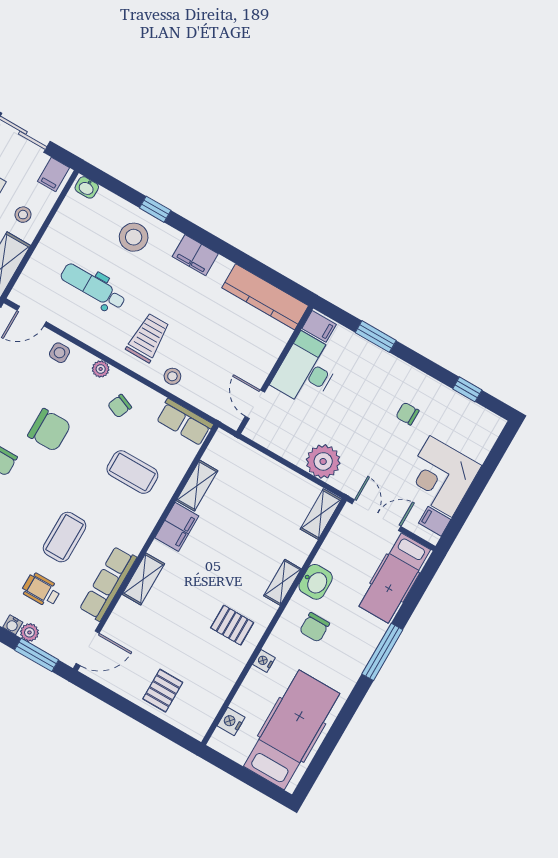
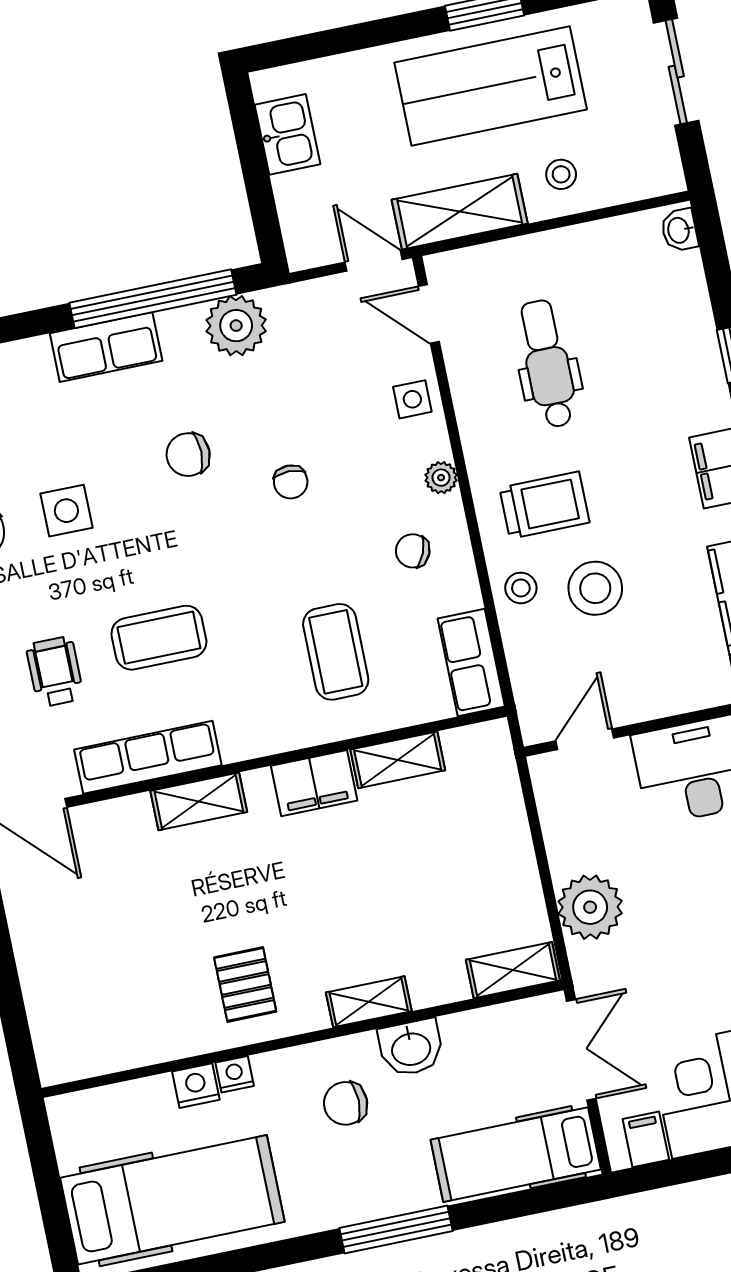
filing cabinet: (53, 175) -> (656, 167), removed
stool: (134, 237) -> (595, 588), moved
chair: (49, 430) -> (291, 482), width x0.54, depth x0.54
pallet: (163, 691) -> (66, 969), removed
nightstand: (231, 722) -> (196, 1086), moved

